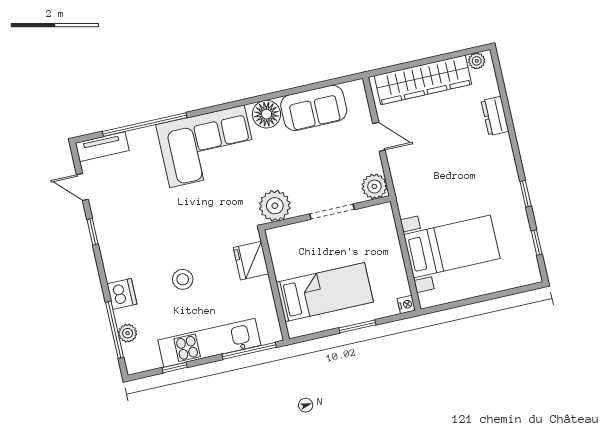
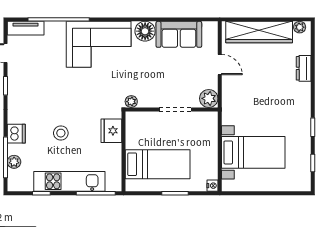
plant: (275, 206) -> (131, 102), width x0.53, depth x0.53

